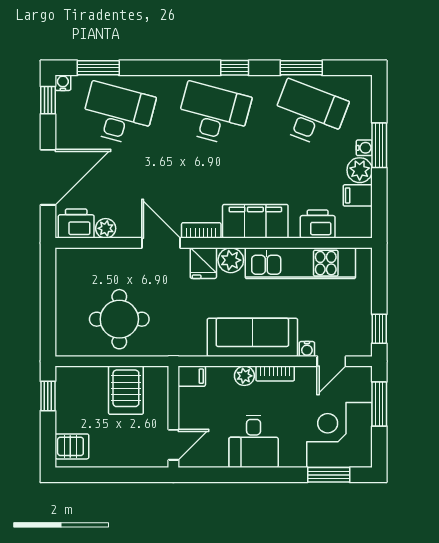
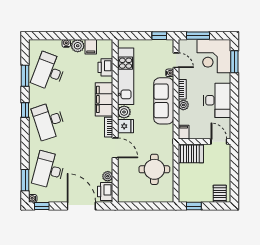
desk: (214, 114) -> (49, 121), turned -33
window: (379, 145) -> (65, 36), removed
door: (161, 243) -> (115, 148), swing flipped
server rack: (126, 390) -> (191, 154), moved
desk: (254, 441) -> (217, 100), width x1.37

